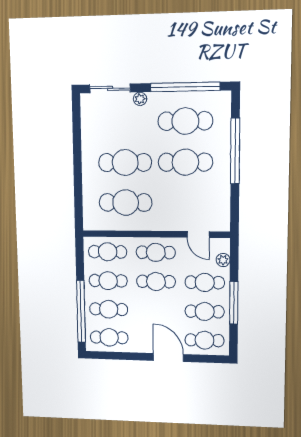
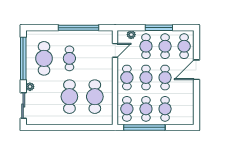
window: (235, 151) -> (79, 28), moved
cafe table: (185, 162) -> (69, 58), width x0.73, depth x0.74
window: (81, 311) -> (144, 127), moved
cafe table: (109, 337) -> (165, 78), moved

